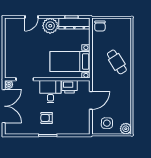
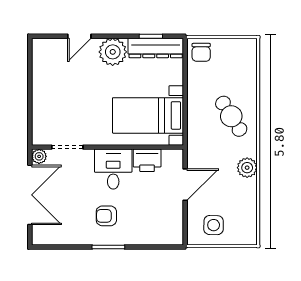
plant: (126, 129) -> (247, 168), moved

